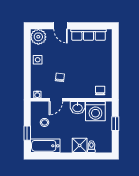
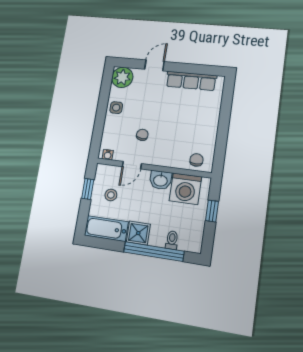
door: (61, 26) -> (154, 65), swing flipped
window: (27, 133) -> (88, 189), moved
shower: (80, 145) -> (138, 233), moved
window: (80, 156) -> (154, 252), added

